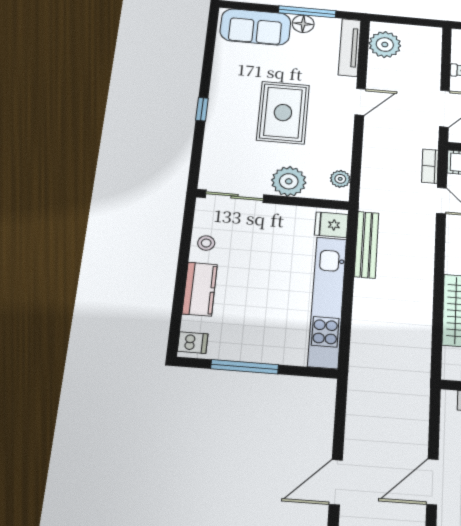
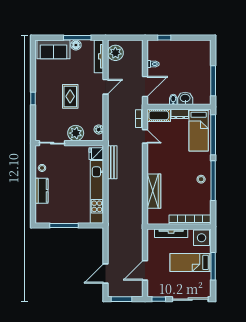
rug: (283, 113) -> (70, 96), width x0.73, depth x0.70
dishwasher: (193, 343) -> (41, 216), removed

